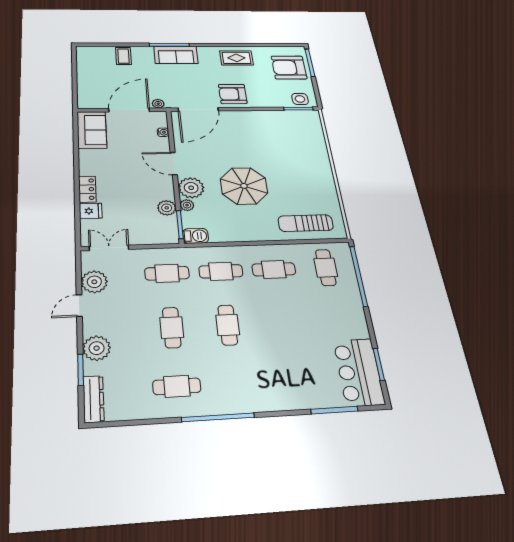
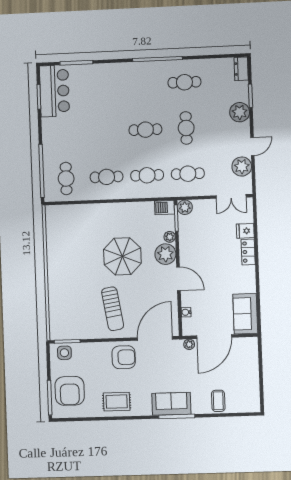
armchair: (289, 68) -> (70, 391), turned 90
plant: (167, 208) -> (185, 207), moved
sun lounger: (306, 223) -> (113, 309), moved, turned 81
cafe table: (228, 325) -> (145, 130), turned 90
dresser: (93, 399) -> (241, 69), width x0.70

